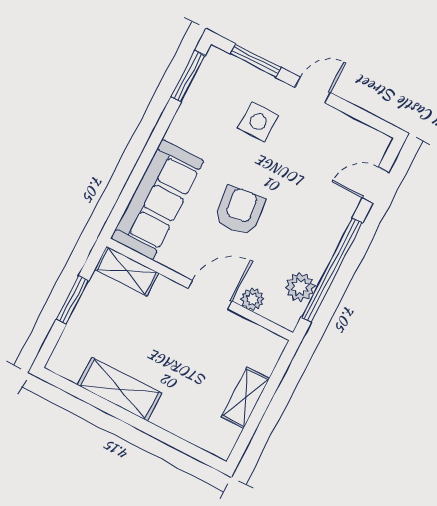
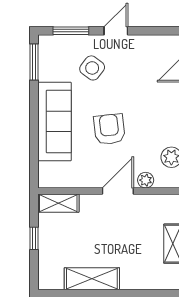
side table: (258, 122) -> (92, 68), turned 37
sofa: (157, 200) -> (54, 121), moved
window: (72, 300) -> (34, 238), width x0.67

